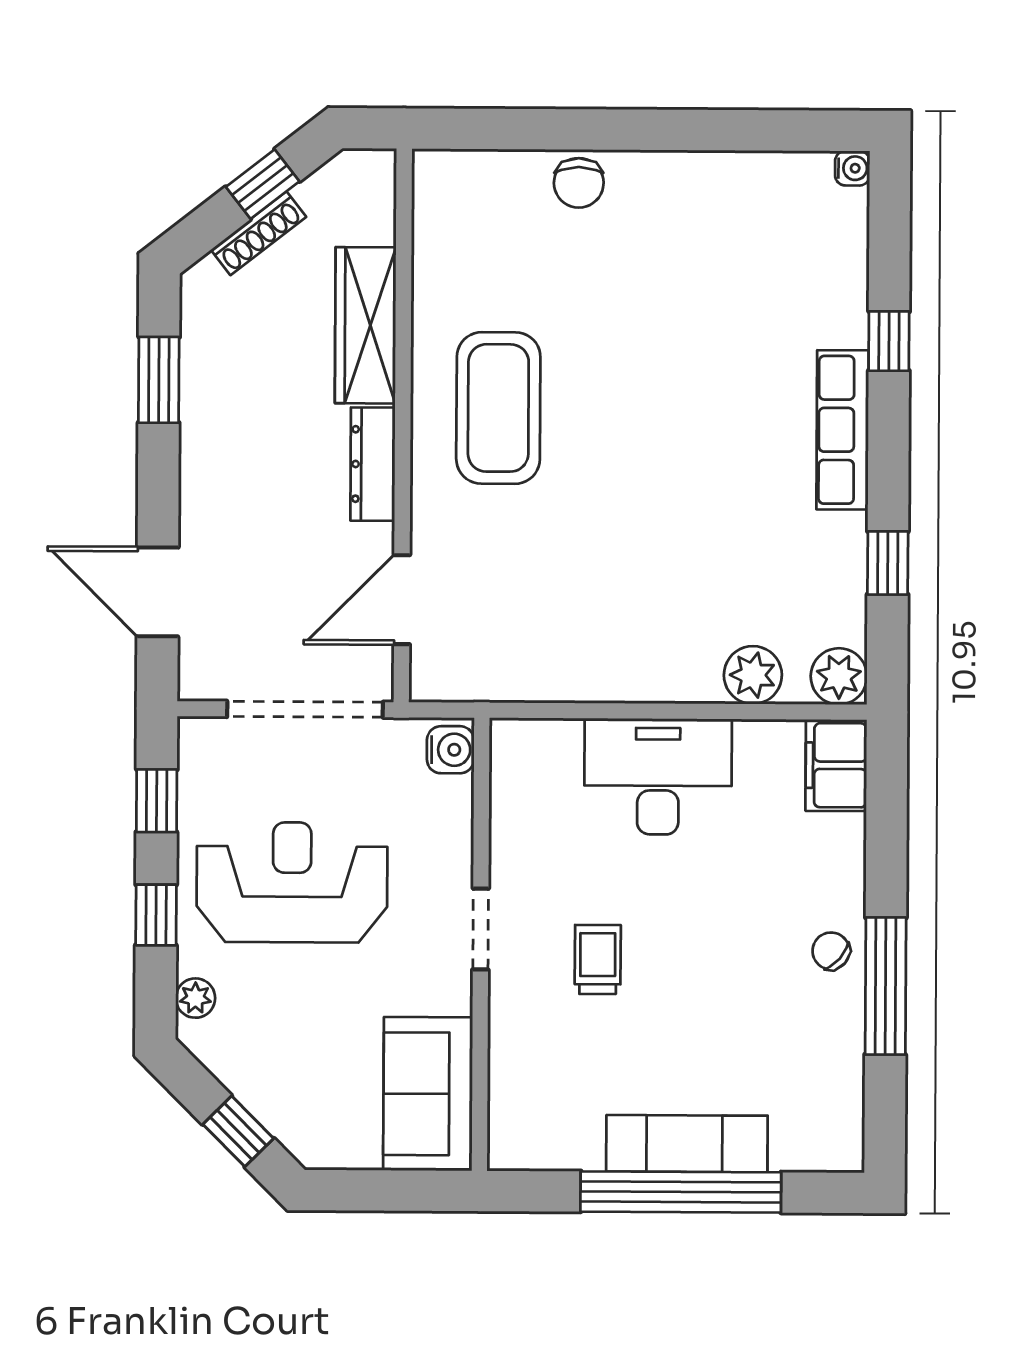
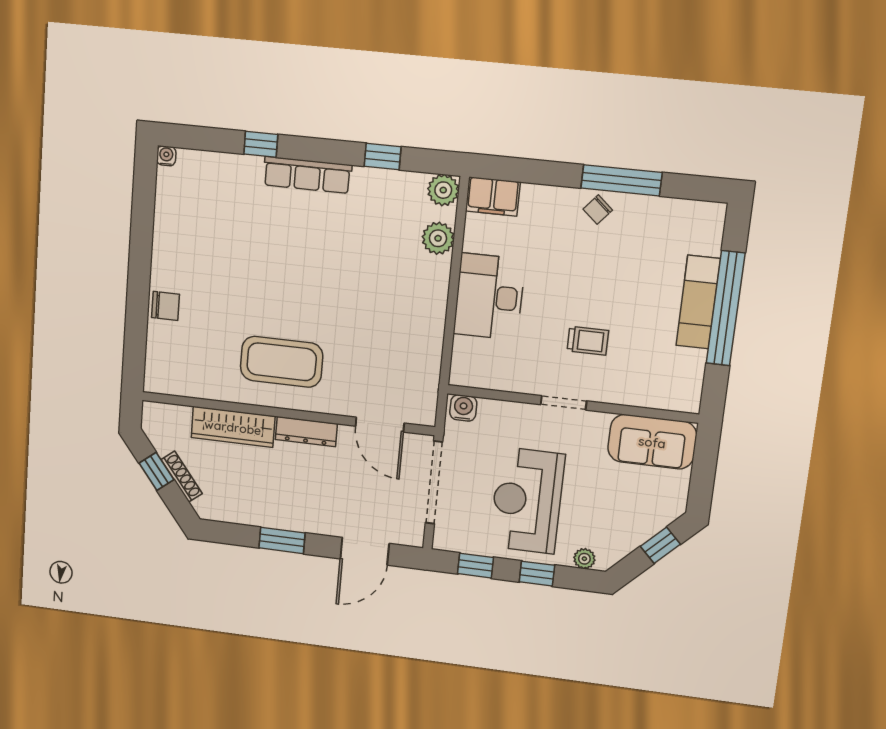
window: (159, 380) -> (282, 540), moved
trolley: (598, 959) -> (588, 341), turned 180

